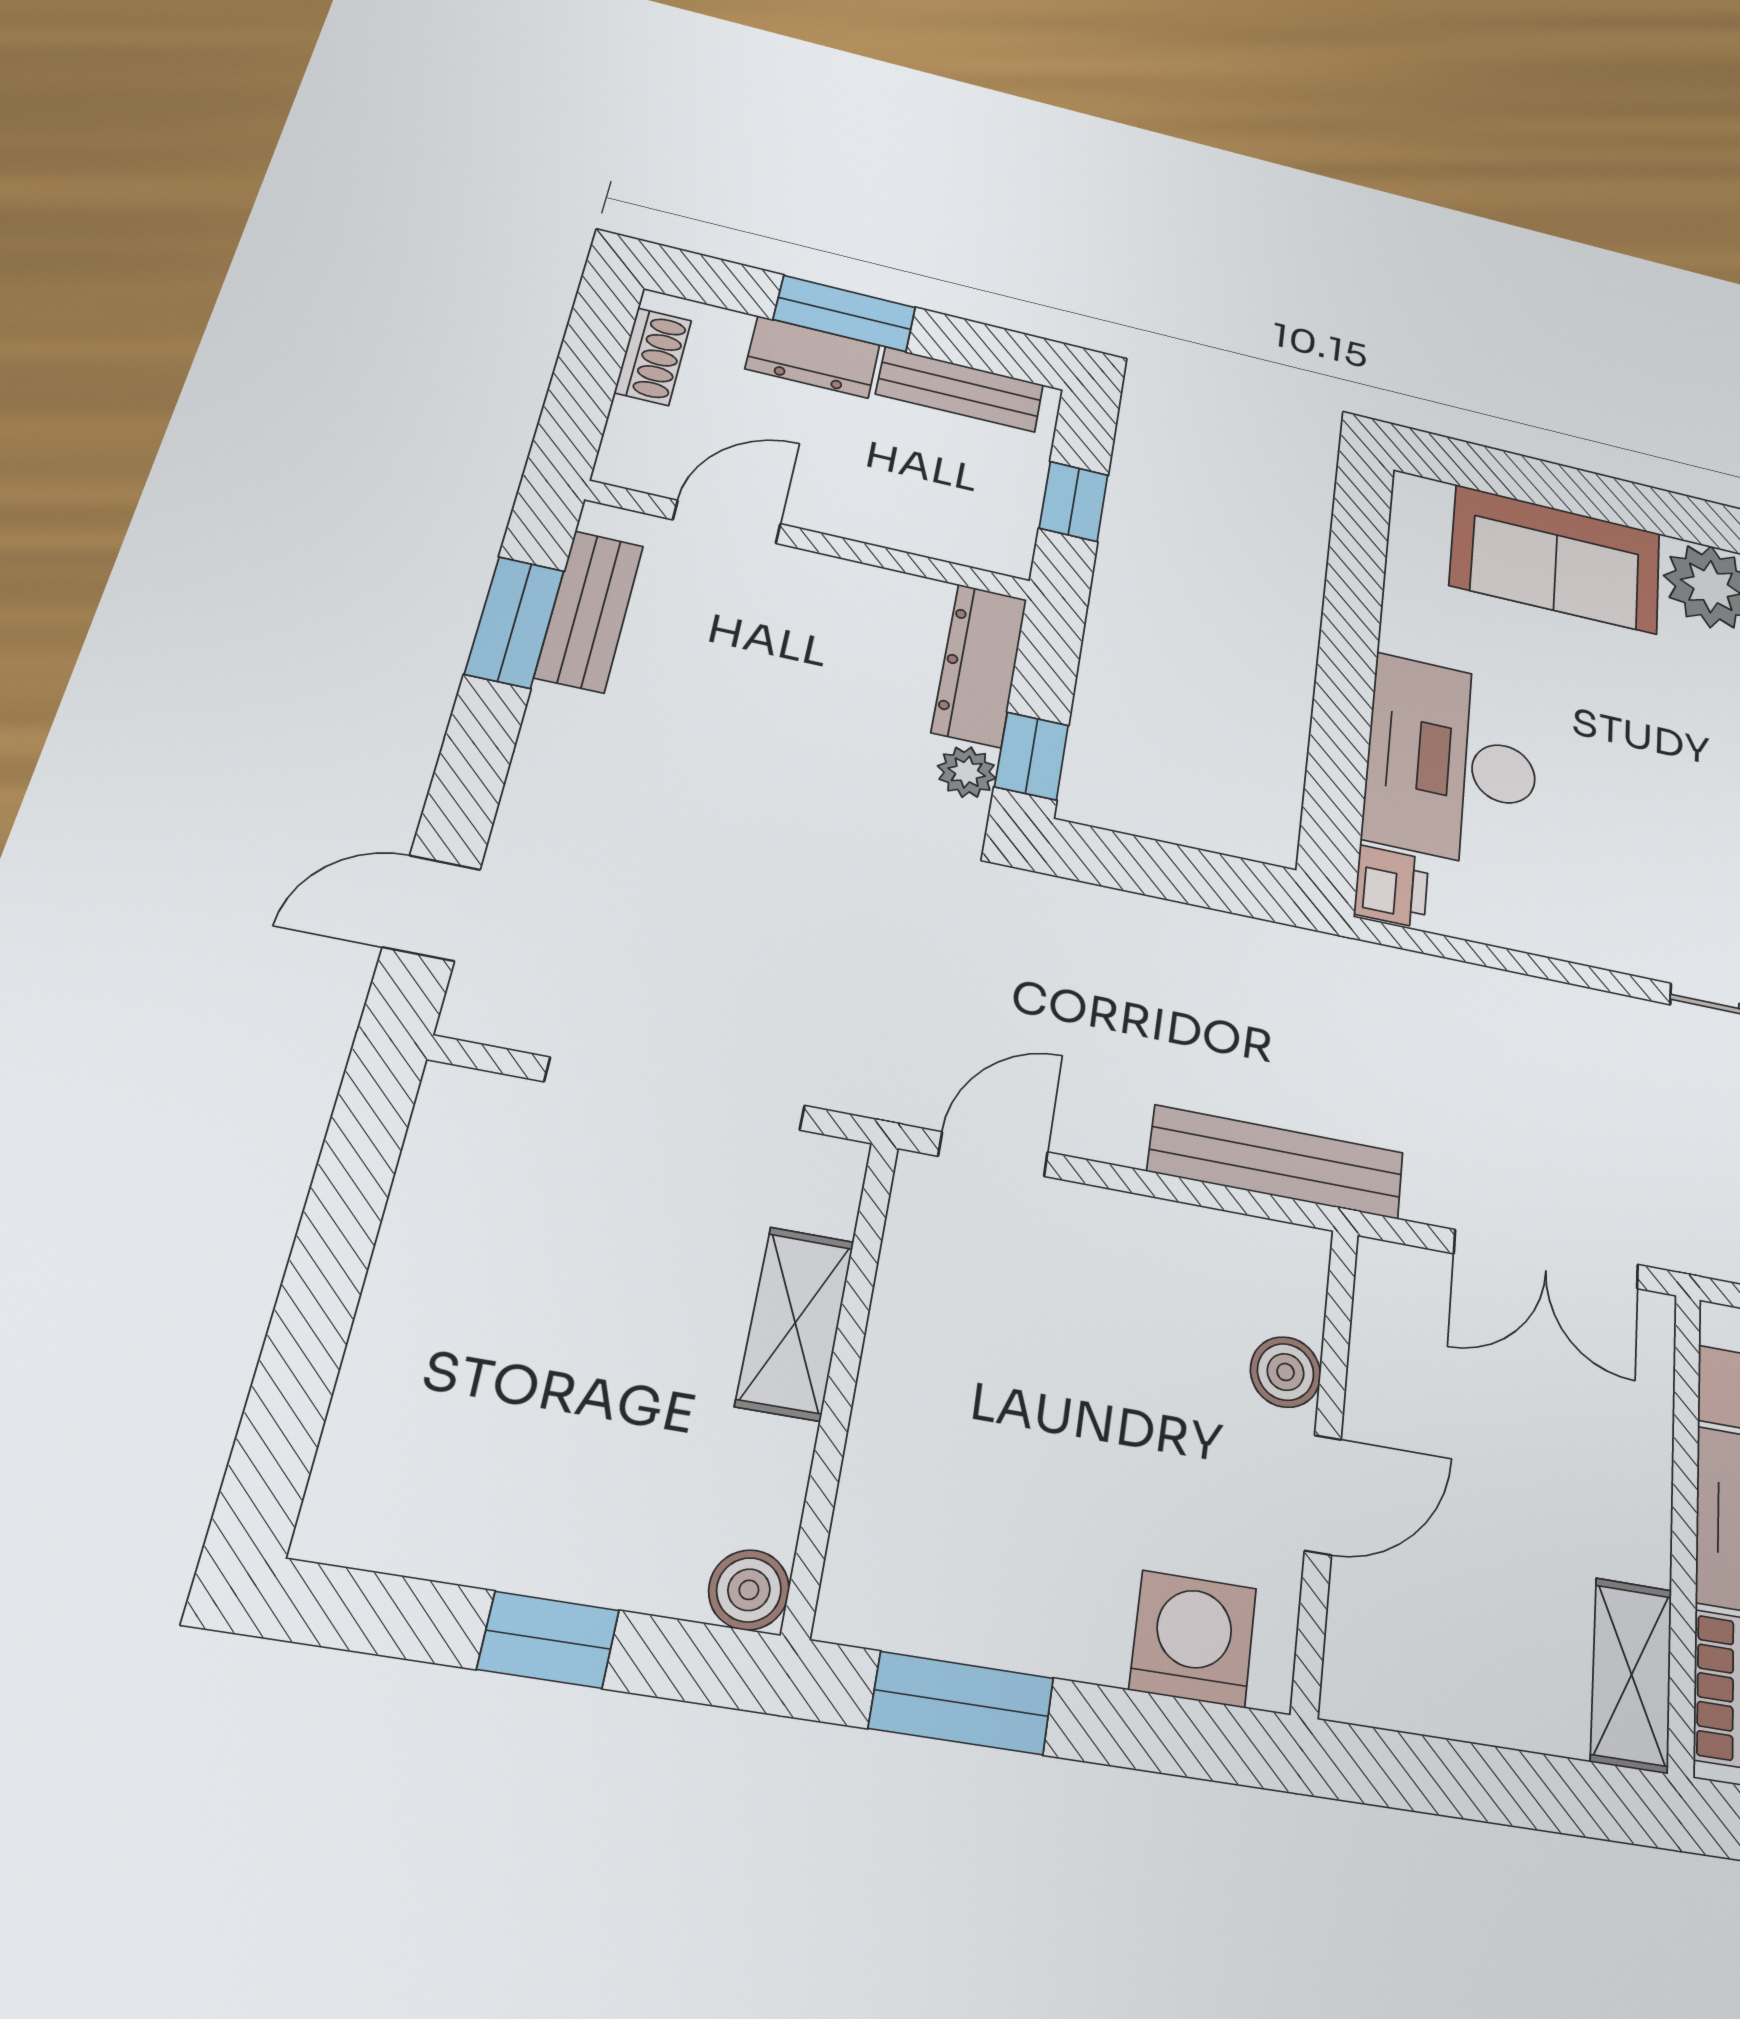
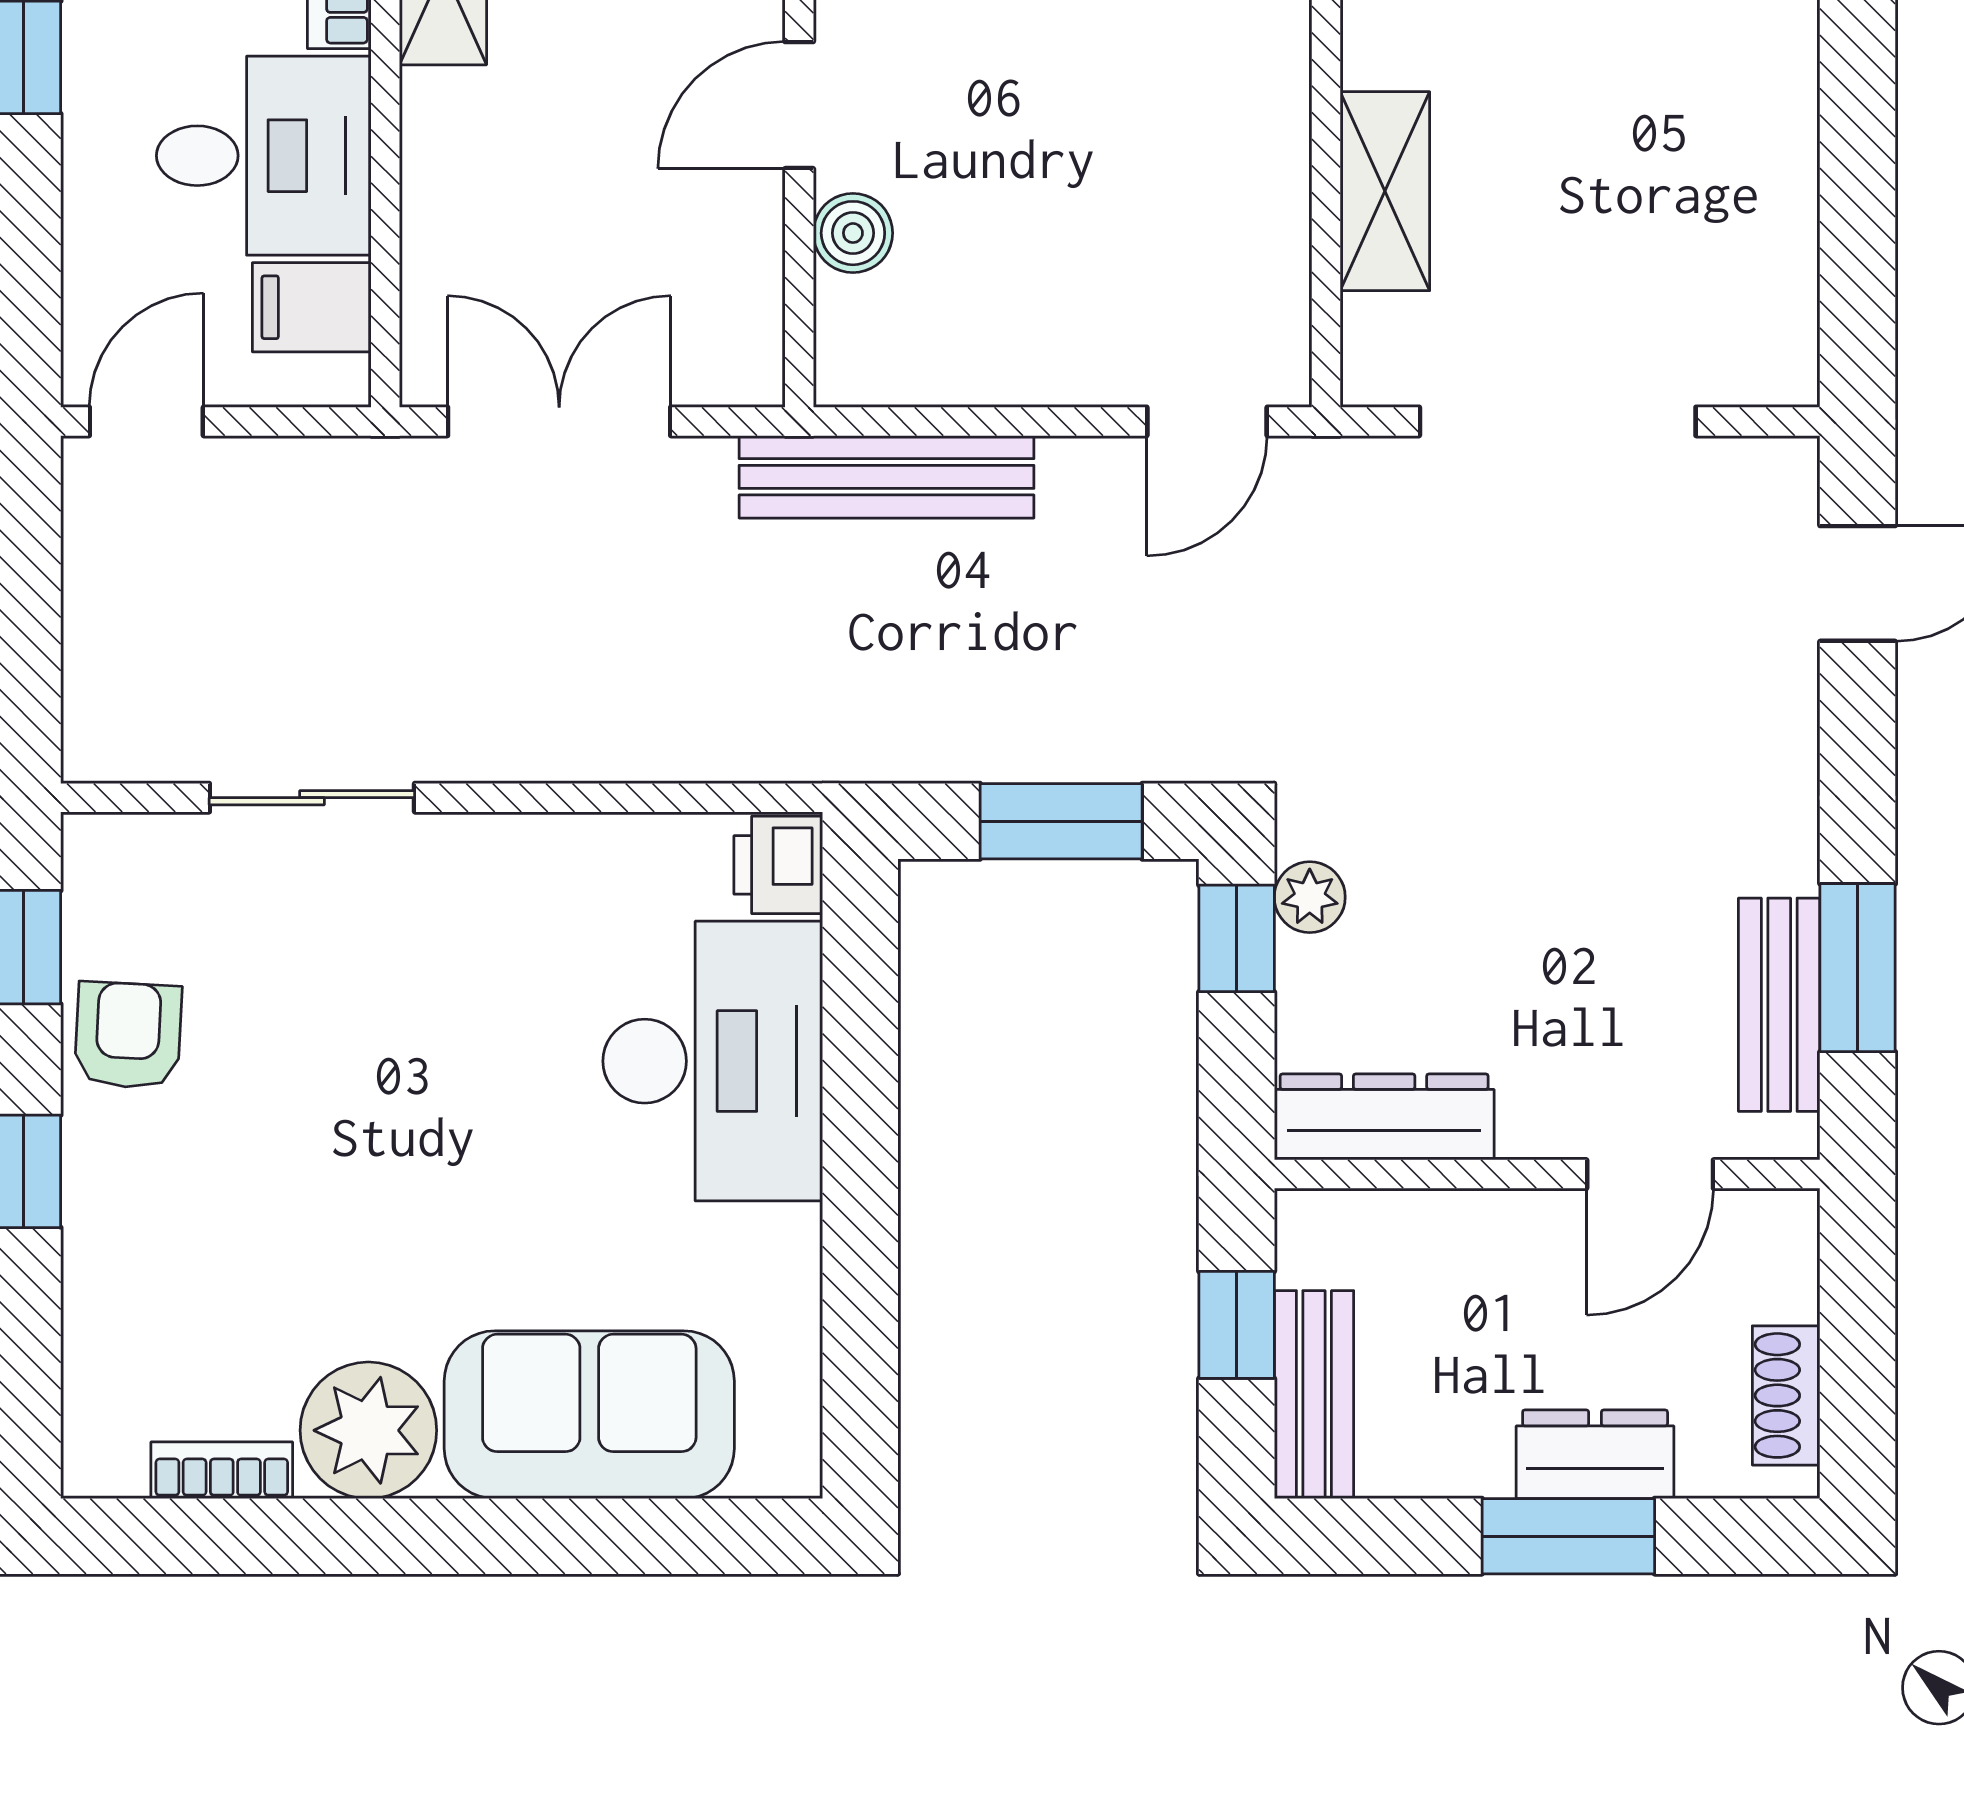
bench: (960, 389) -> (1314, 1395), moved, turned 90
dresser: (980, 665) -> (1384, 1117), moved, turned -90
window: (1162, 870) -> (1061, 821), added

